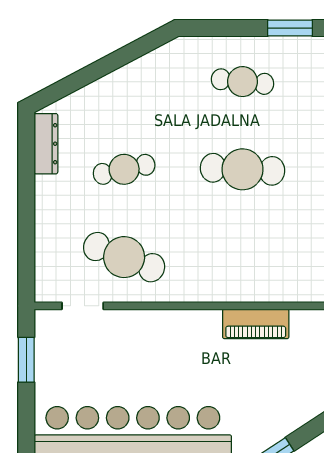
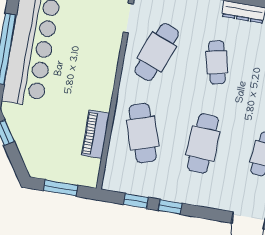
cafe table: (243, 257) -> (143, 133), added

